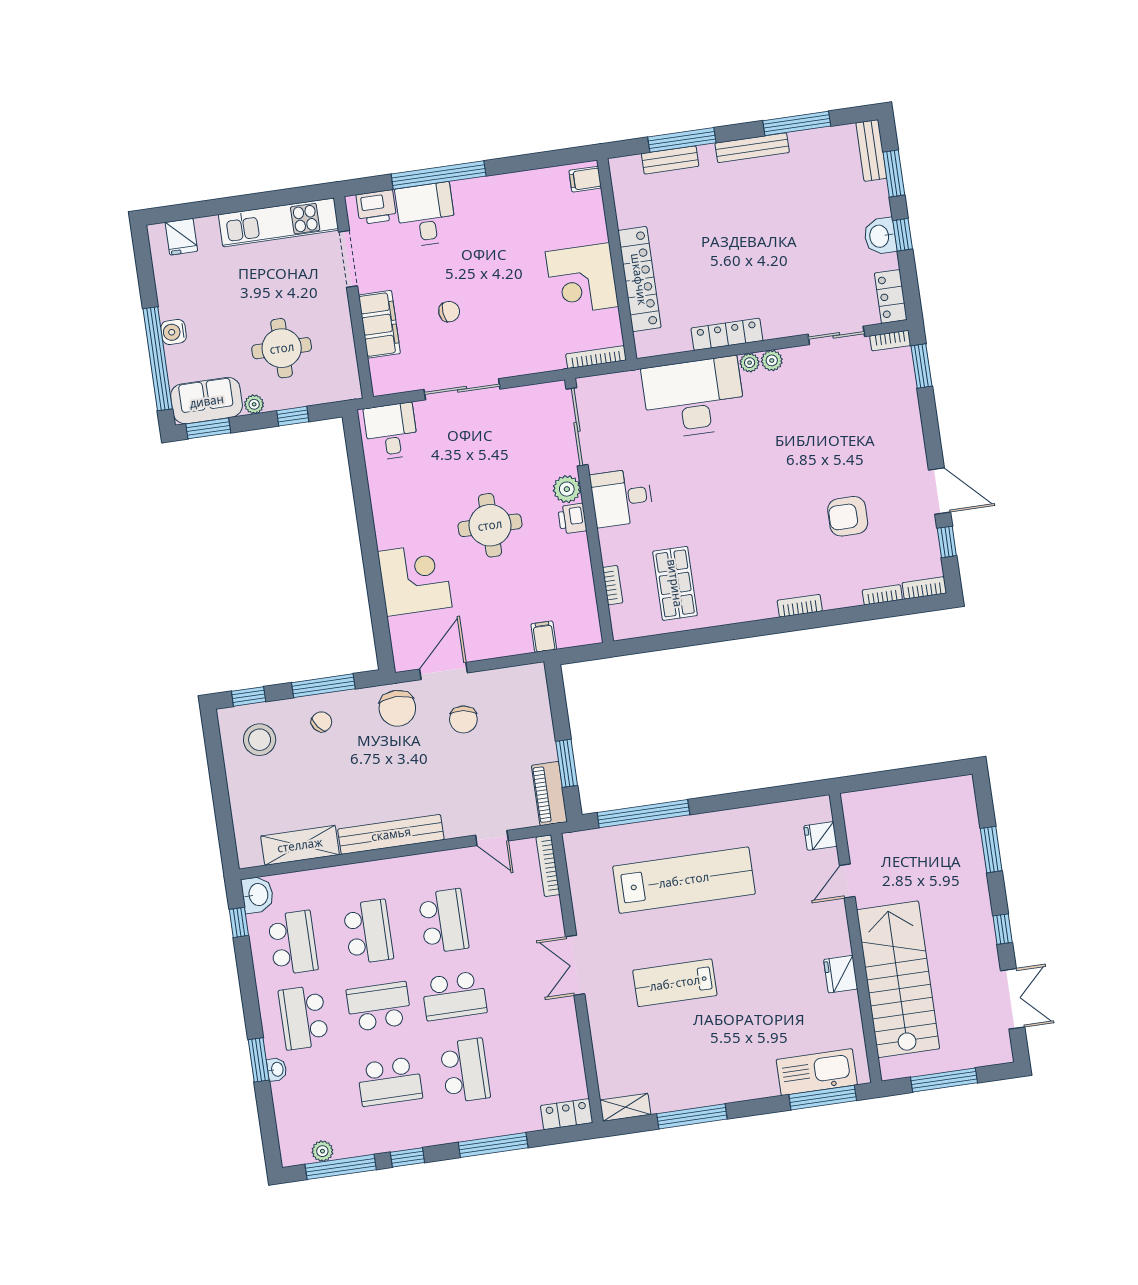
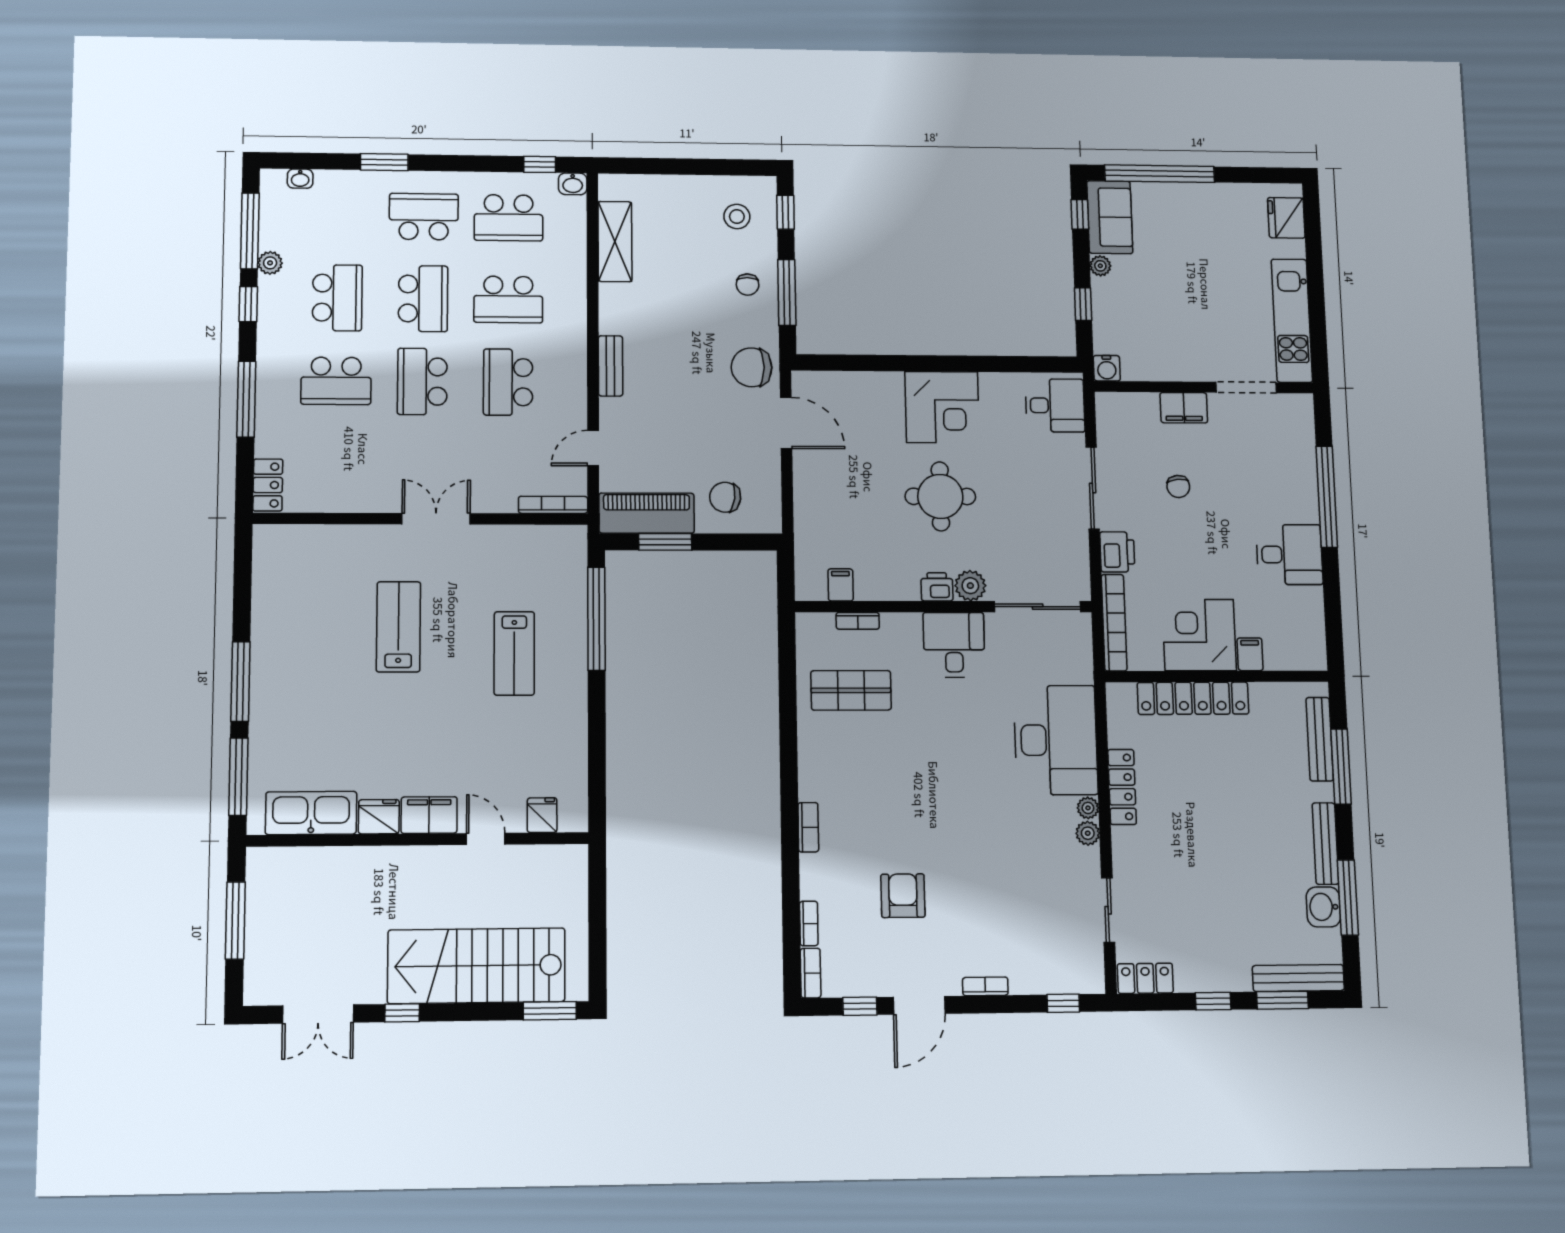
bench: (871, 150) -> (1298, 978), width x1.36
bench: (670, 160) -> (1320, 739), width x1.36
filing cabinet: (585, 179) -> (1250, 654), moved
printer: (376, 207) -> (1117, 552), moved, turned 180
desk: (426, 215) -> (1289, 555), moved
washbasin: (880, 236) -> (1323, 907), moved, turned -90
fridge: (181, 237) -> (1286, 218), width x1.38
filing cabinet: (379, 324) -> (1184, 408), width x0.67, depth x0.86
water cooler: (174, 332) -> (1107, 368), moved, turned 180
bookcase: (890, 341) -> (985, 986), moved, turned 90
round table: (282, 348) -> (1157, 304), removed
bookcase: (596, 357) -> (1114, 623), width x1.48, depth x1.31
window: (922, 366) -> (1063, 1003), width x0.67
window: (208, 428) -> (1080, 214), width x0.67
corner desk: (415, 579) -> (942, 407), moved
filing cabinet: (544, 637) -> (841, 585), moved, turned -90
chair: (463, 719) -> (725, 497), moved
chair: (322, 722) -> (748, 285), turned 38
stool: (260, 740) -> (737, 217), width x0.73, depth x0.73
piano: (549, 794) -> (647, 513), width x1.37, depth x1.33
bench: (391, 834) -> (611, 366), width x0.54, depth x0.82
window: (991, 850) -> (550, 1011), moved
lab bench: (684, 880) -> (514, 653), width x0.54, depth x0.72
washbasin: (258, 895) -> (573, 184), width x0.72, depth x0.69
school desk: (443, 921) -> (508, 382), turned 90
filing cabinet: (833, 932) -> (429, 815), added
stairs: (898, 979) -> (476, 966), moved, turned 180
washbasin: (277, 1069) -> (300, 179), moved
kitchen sink: (817, 1072) -> (311, 813), moved, turned -90
school desk: (390, 1081) -> (337, 298), turned 180
shelving: (625, 1107) -> (265, 551), removed
window: (692, 1116) -> (240, 682), moved
plant: (322, 1151) -> (270, 263), moved

